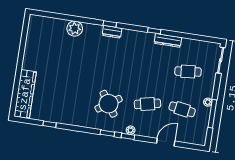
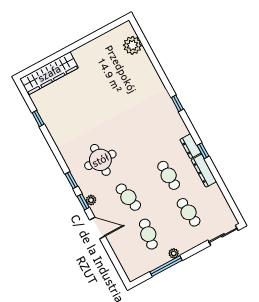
plant: (75, 29) -> (132, 45), moved
dresser: (112, 32) -> (190, 146), moved
cafe table: (153, 66) -> (169, 175), added
round table: (109, 104) -> (100, 160), turned 36
door: (166, 142) -> (97, 228), moved

